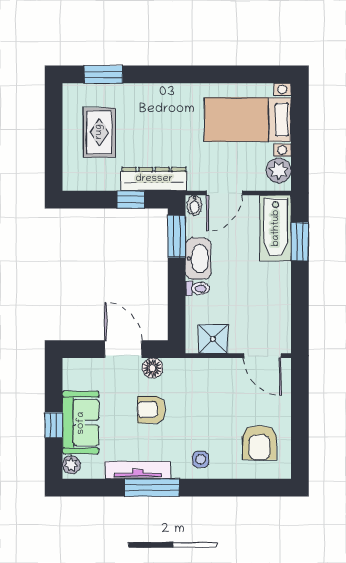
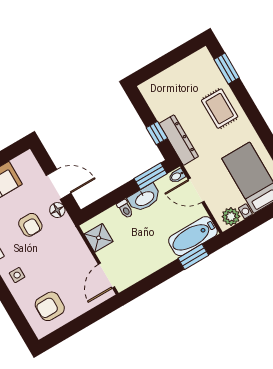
rug: (99, 132) -> (220, 109), moved, turned 90
door: (123, 349) -> (59, 184), hinge flipped
armchair: (151, 410) -> (30, 225), turned 180

